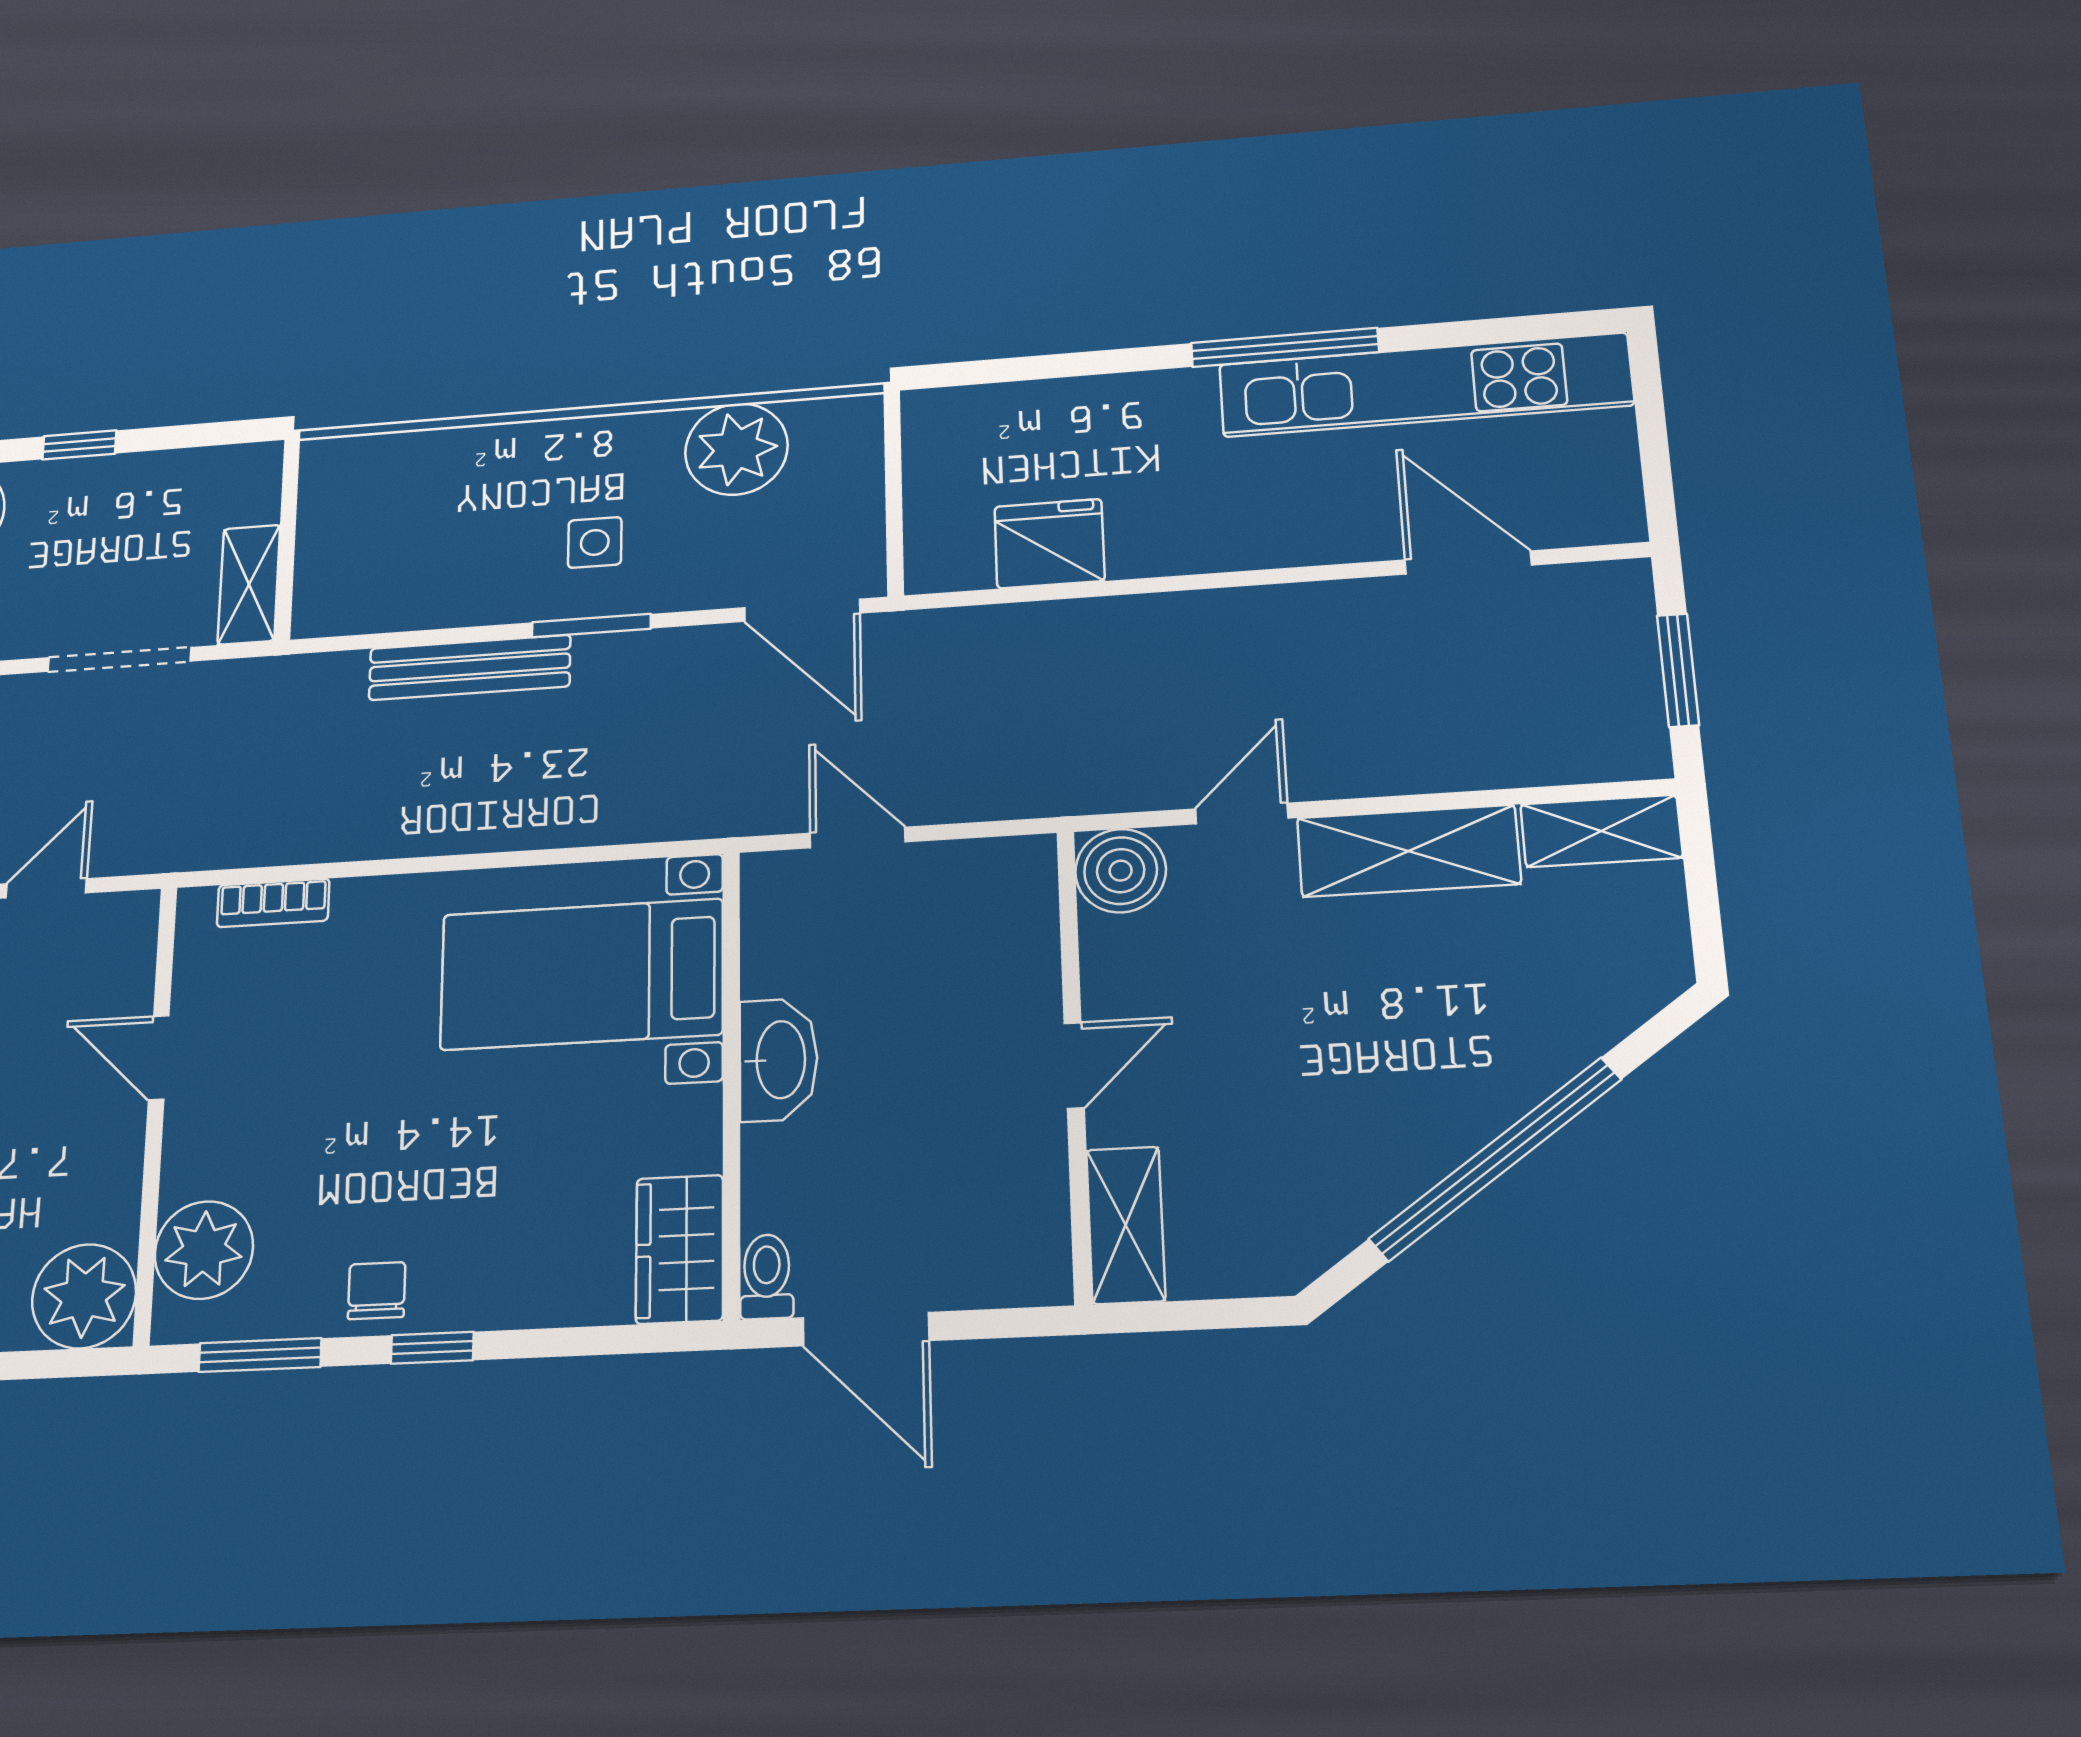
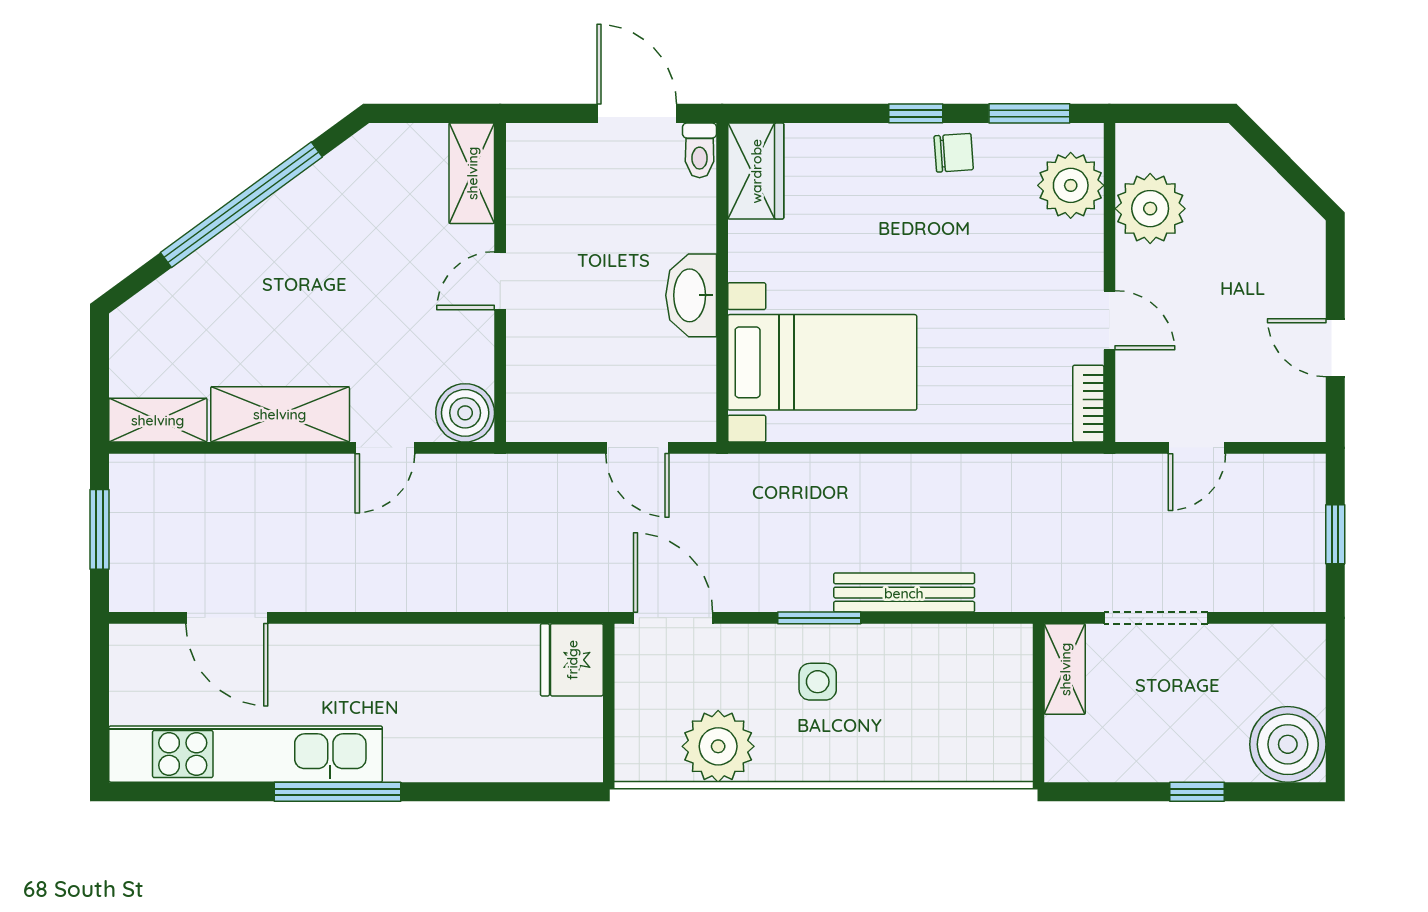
fridge: (1049, 544) -> (572, 660), moved, turned 90
bookcase: (273, 903) -> (1088, 404), moved, turned -90
chair: (377, 1291) -> (954, 153), turned -94
plant: (84, 1296) -> (1150, 209), moved

